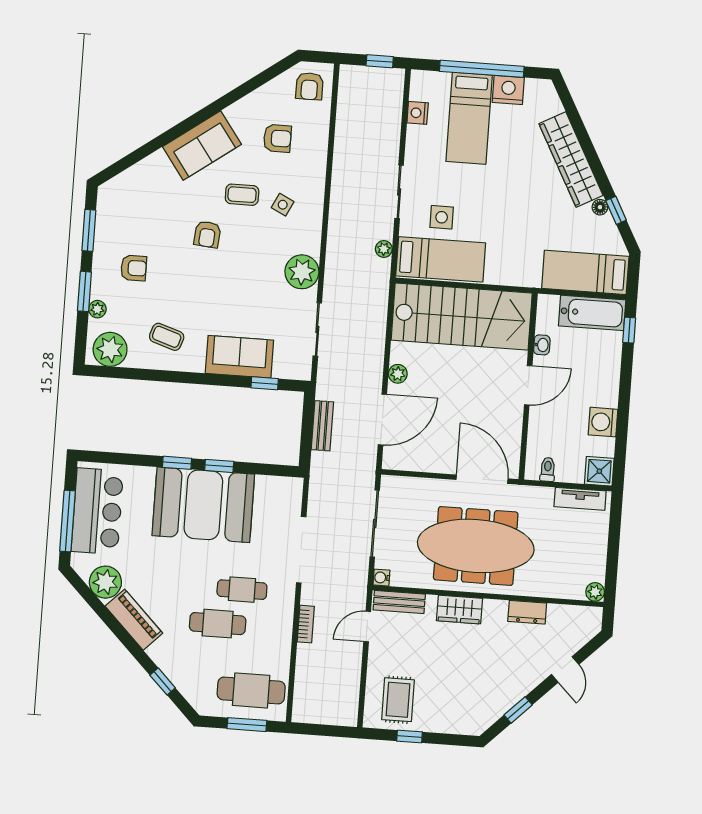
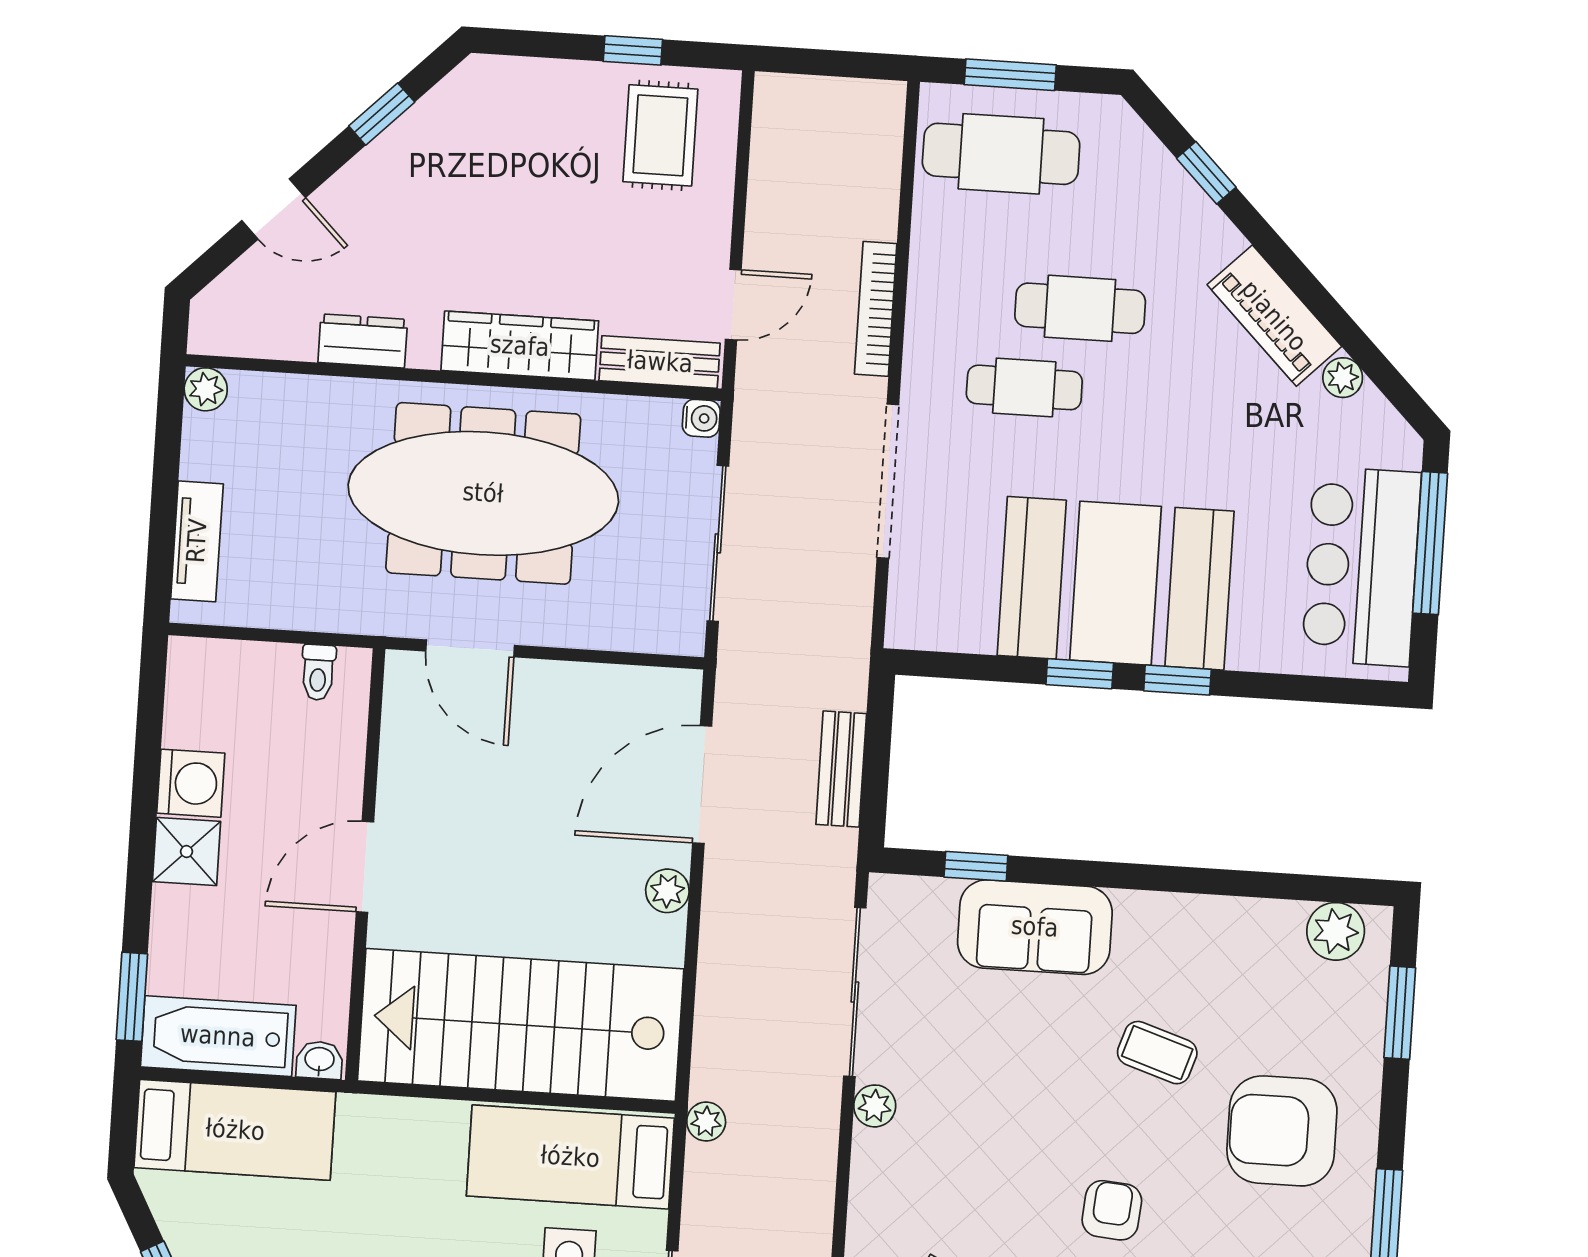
plant: (384, 249) -> (706, 1121), moved
armchair: (134, 268) -> (1282, 1131), width x1.88, depth x1.88
plant: (302, 272) -> (875, 1106), width x0.53, depth x0.53
window: (84, 291) -> (1400, 1013), moved
plant: (97, 309) -> (1365, 1035), removed
sliding door: (317, 329) -> (855, 992), width x1.37
window: (629, 330) -> (132, 997), width x1.50
coffee table: (167, 337) -> (1157, 1053), moved
washbasin: (542, 345) -> (319, 1060), moved, turned 90
plant: (110, 349) -> (1336, 931), width x0.73, depth x0.73
shower: (599, 471) -> (187, 852), moved
door: (482, 479) -> (470, 648), width x0.73
tv unit: (580, 499) -> (197, 541), moved, turned 90
plant: (105, 582) -> (1343, 378), width x0.53, depth x0.53
wardrobe: (459, 610) -> (520, 346), width x1.50
bookcase: (306, 624) -> (876, 309), width x1.56
door: (565, 669) -> (274, 209), swing flipped

